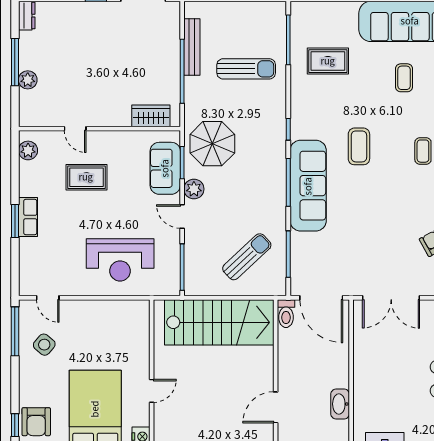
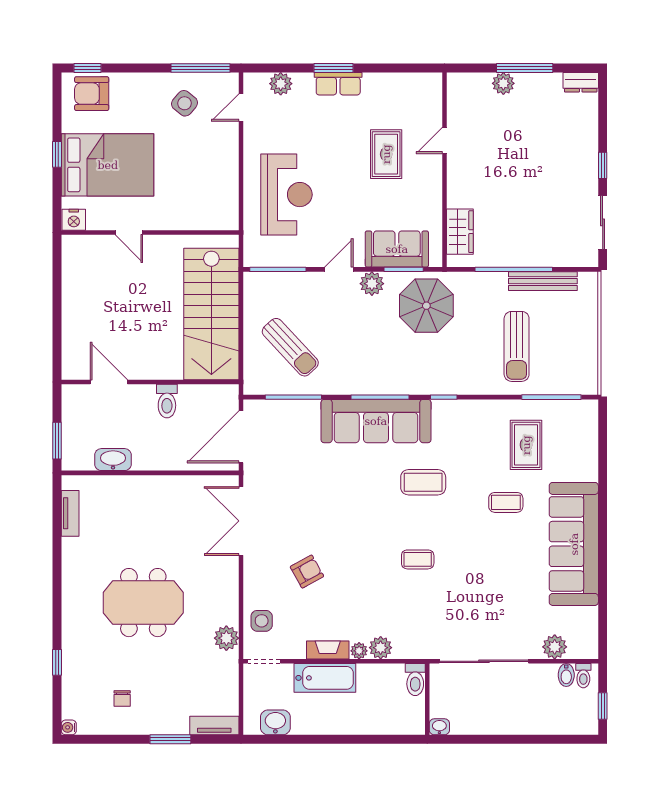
coffee table: (404, 78) -> (506, 502), moved
plant: (28, 150) -> (281, 84), moved
reception desk: (120, 260) -> (286, 195), turned 180
toilet: (286, 314) -> (167, 401), moved, turned -90

